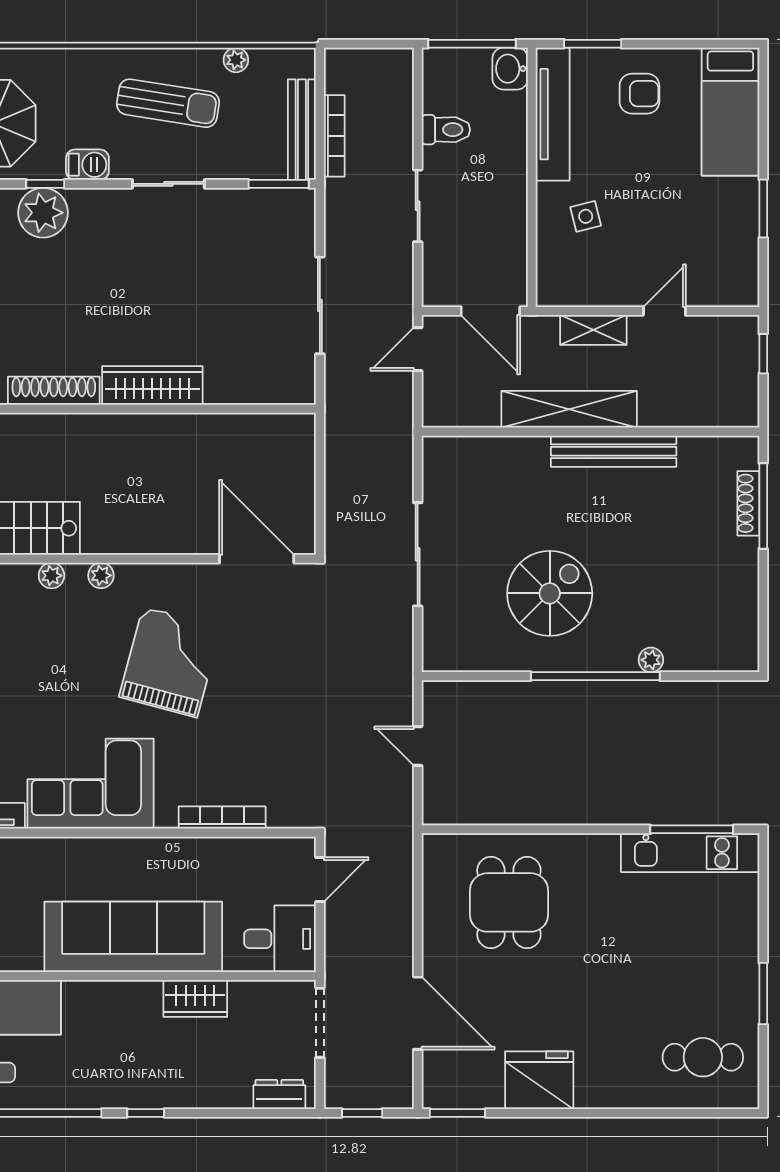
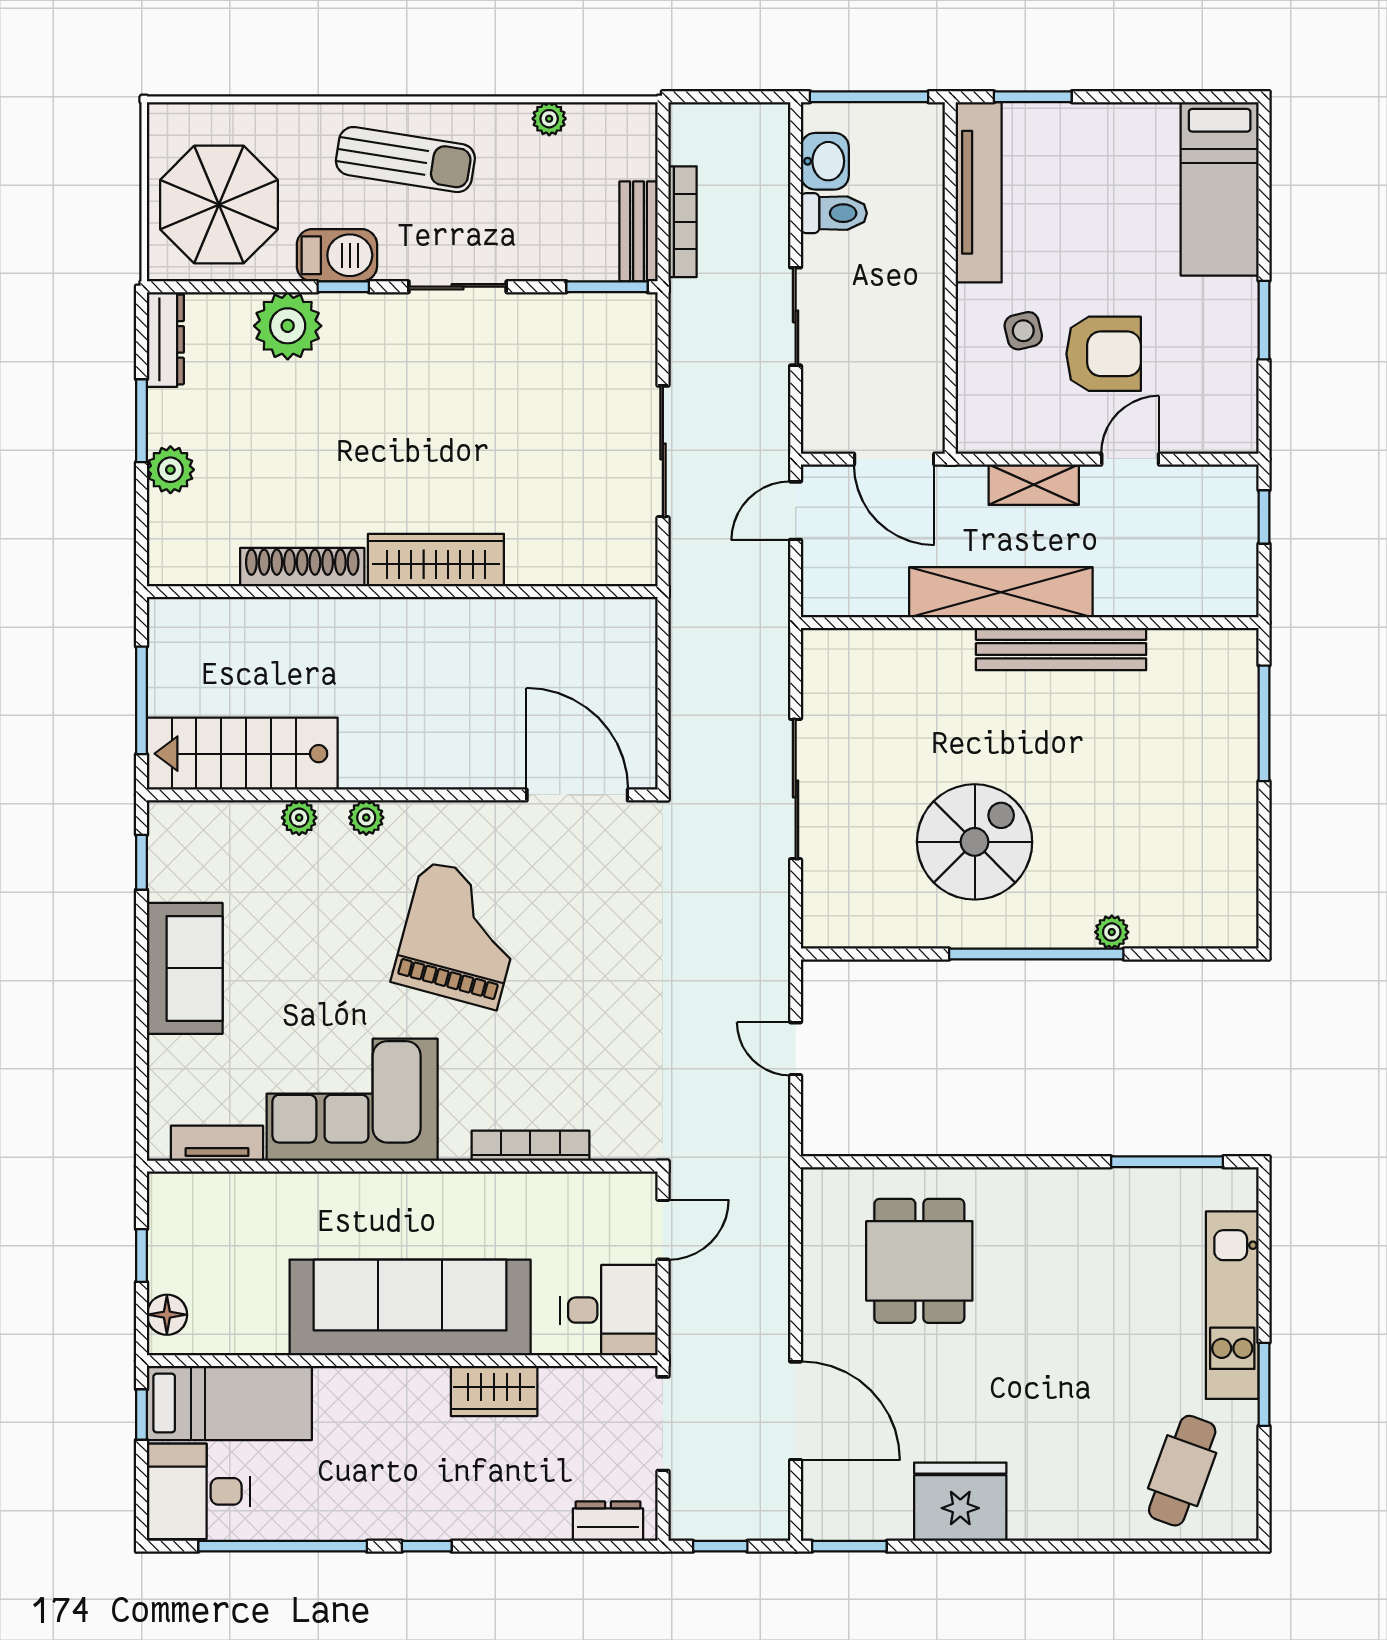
washbasin: (510, 69) -> (825, 161), moved, turned 180
armchair: (639, 94) -> (1104, 354), moved, width x1.38, depth x1.38
sun lounger: (168, 103) -> (405, 160), moved
bench: (302, 130) -> (639, 231), width x0.73
barbecue: (87, 165) -> (337, 255), width x1.38, depth x1.27
window: (45, 184) -> (343, 287), moved
shoe rack: (748, 503) -> (1244, 720), removed
kitchen unit: (690, 853) -> (1232, 1305), moved, turned 90
cafe table: (703, 1057) -> (1182, 1471), turned -70

